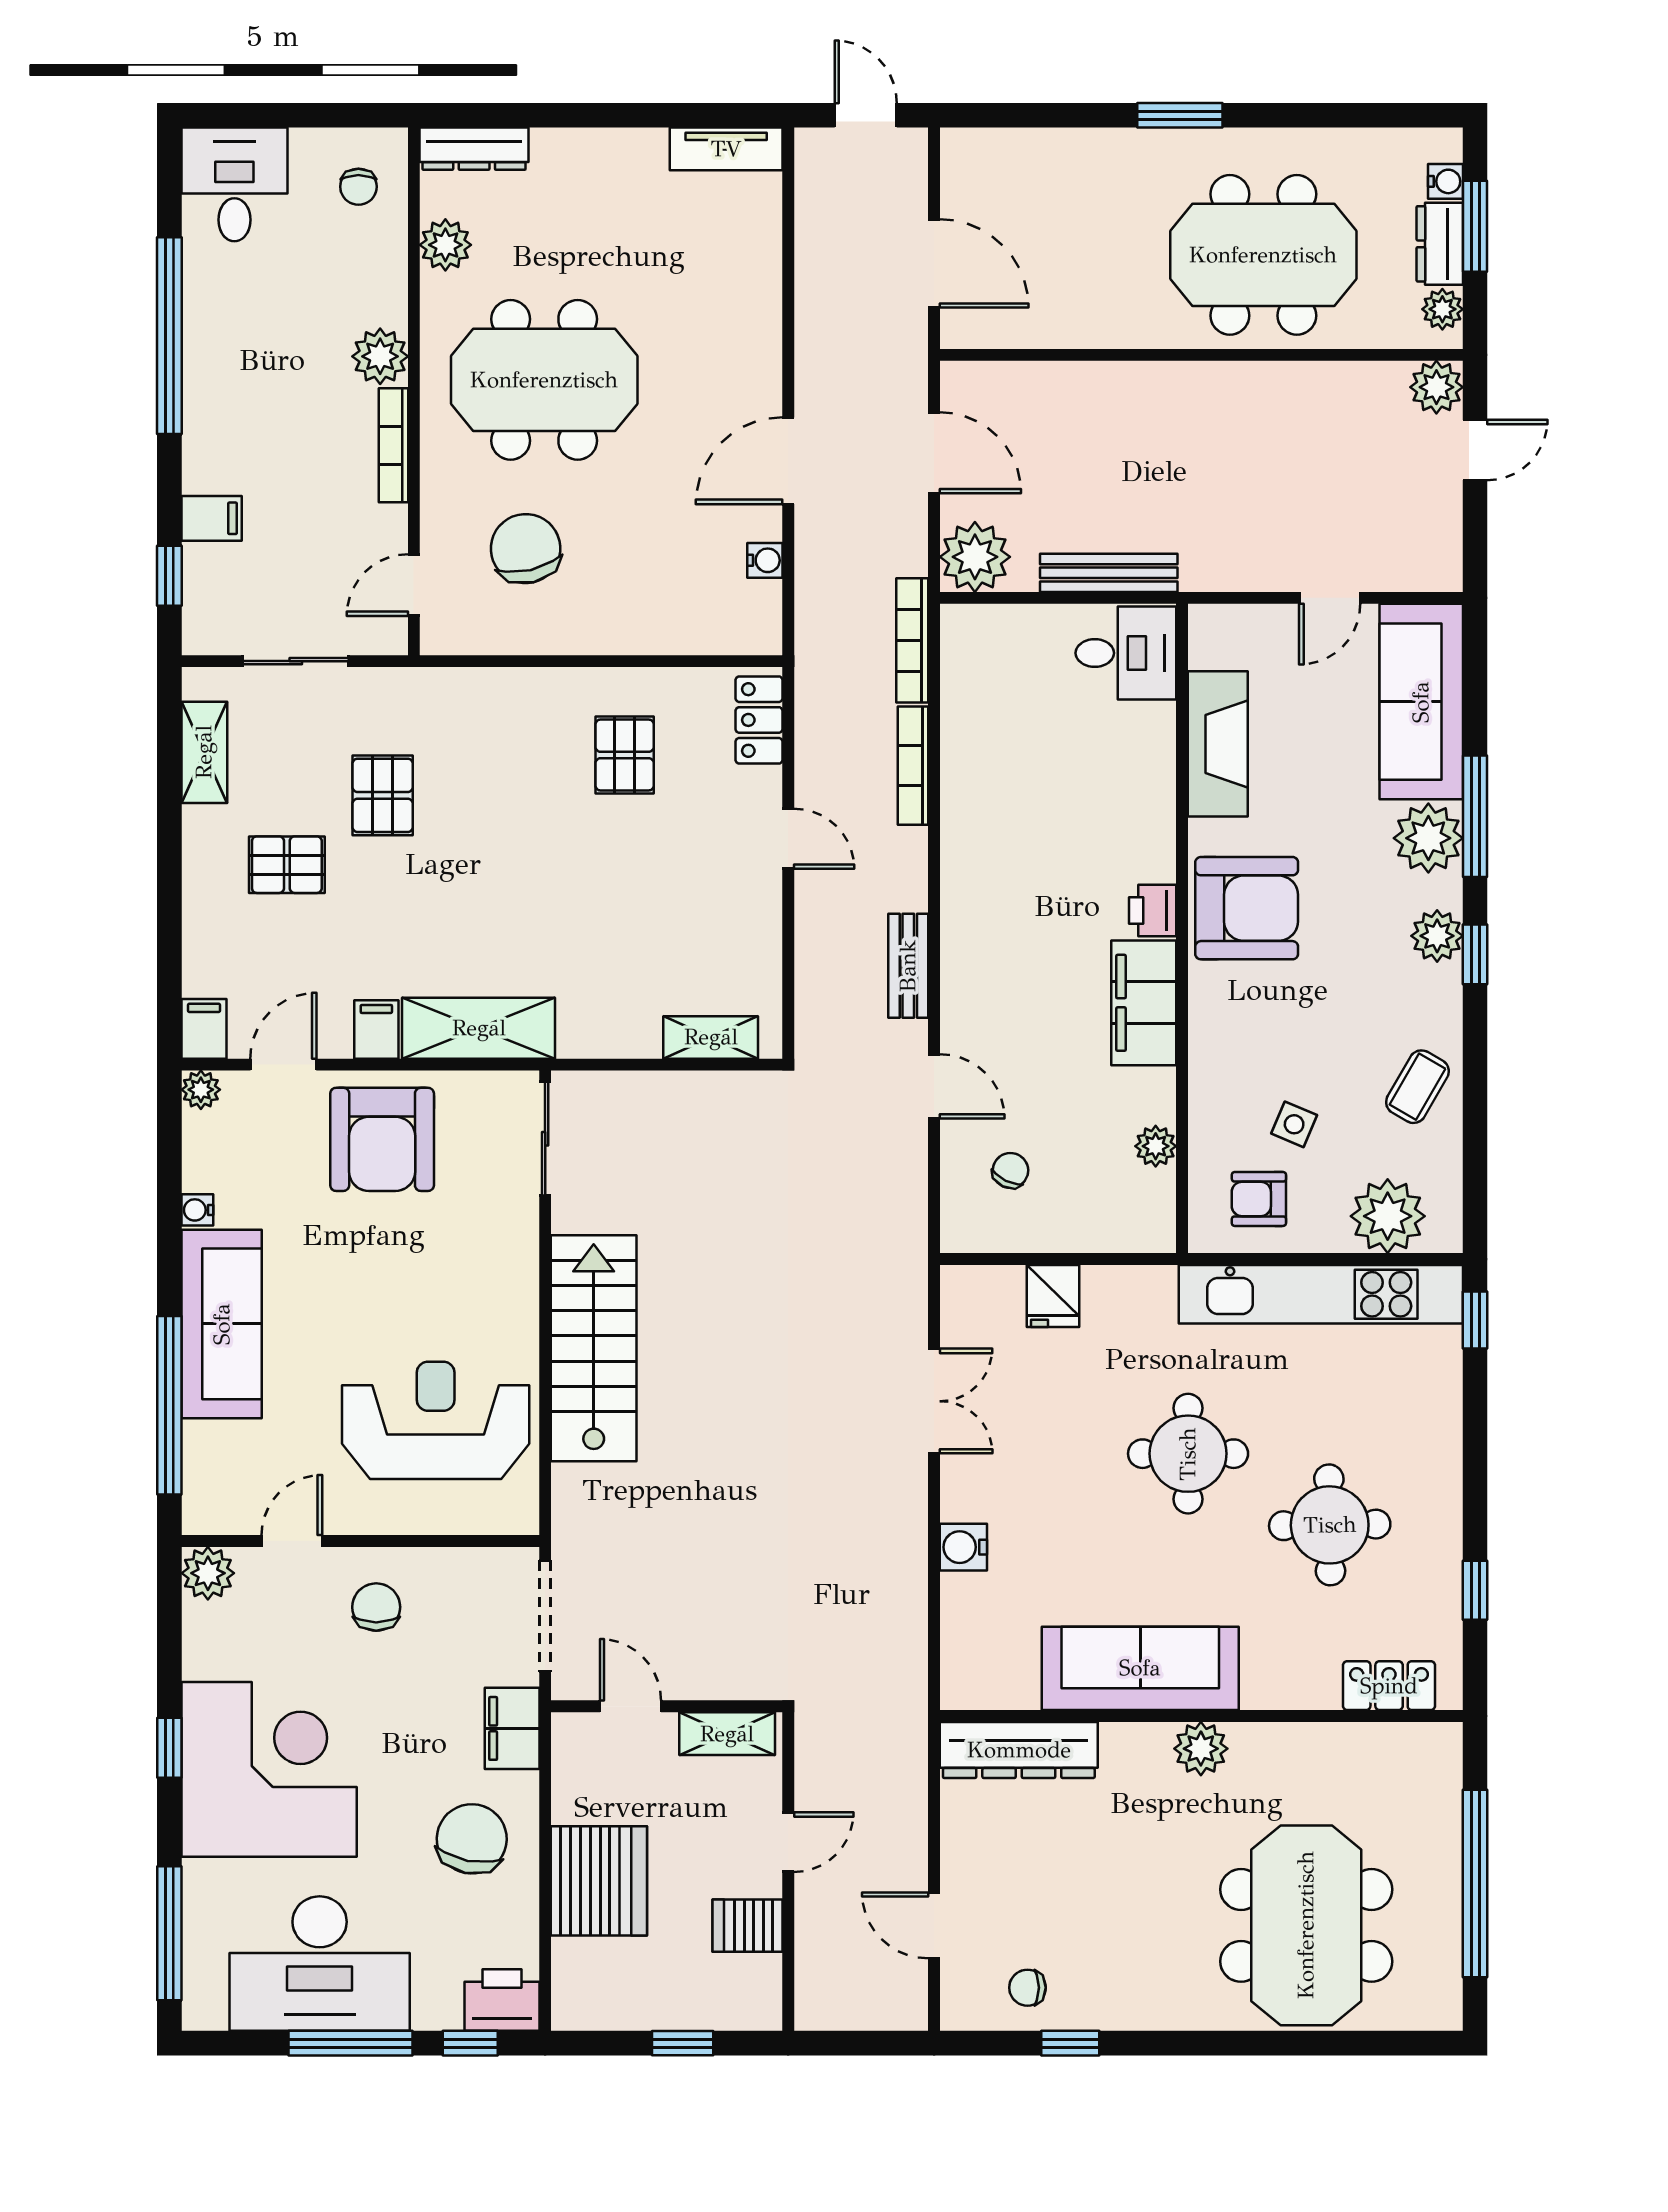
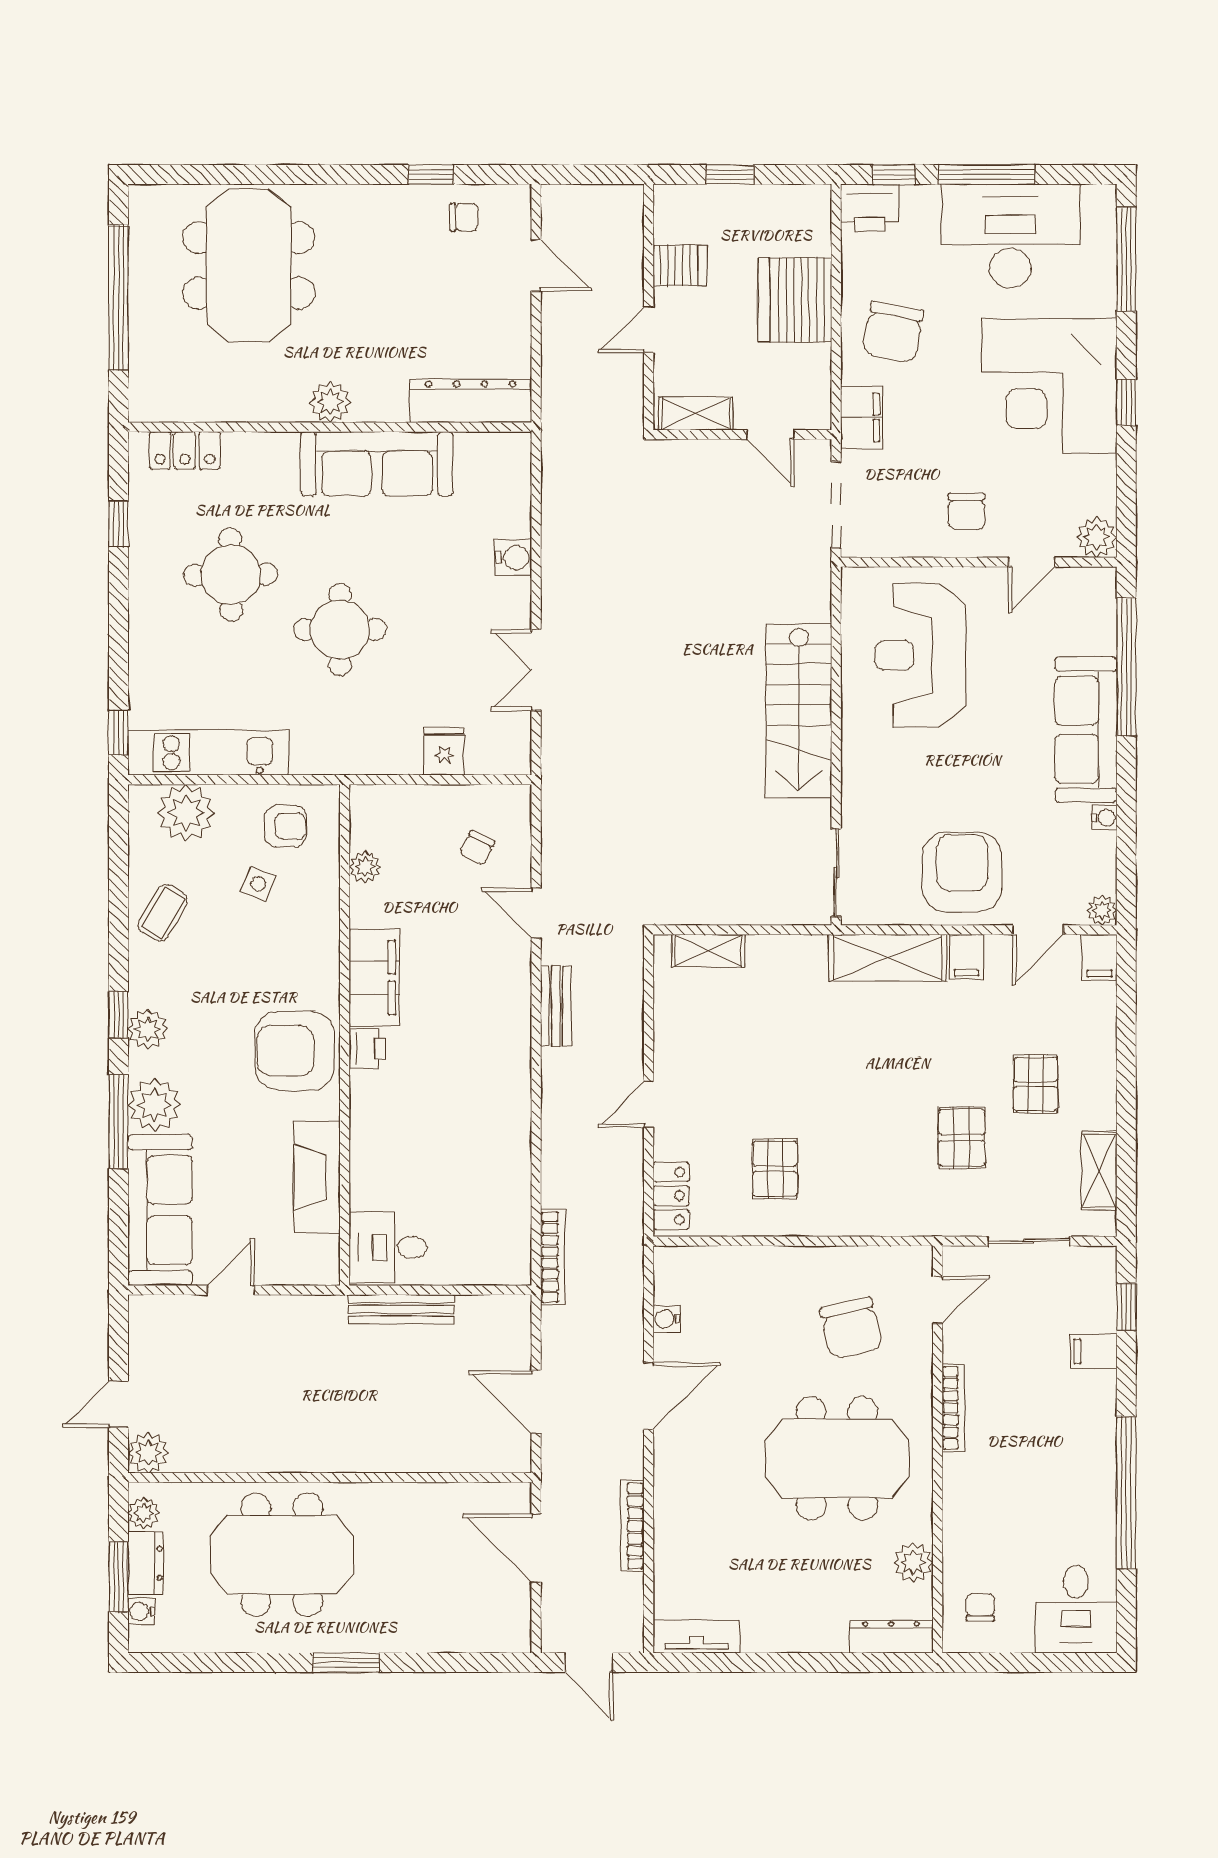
plant: (380, 356) -> (964, 1477), removed
plant: (975, 557) -> (504, 1322), removed
bookcase: (913, 766) -> (632, 1526), moved, turned 180
door: (788, 839) -> (649, 1104), hinge flipped
pallet: (287, 865) -> (1036, 1084), turned 90
kitchen unit: (1321, 1294) -> (208, 753), width x0.73
reception desk: (436, 1420) -> (921, 655), turned 90

